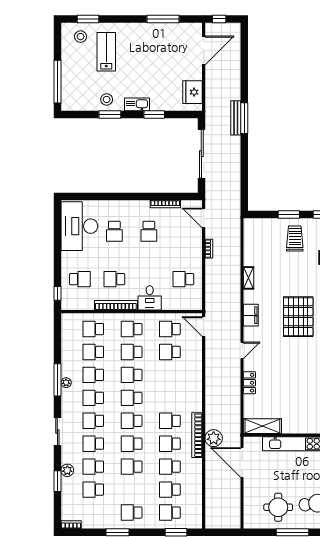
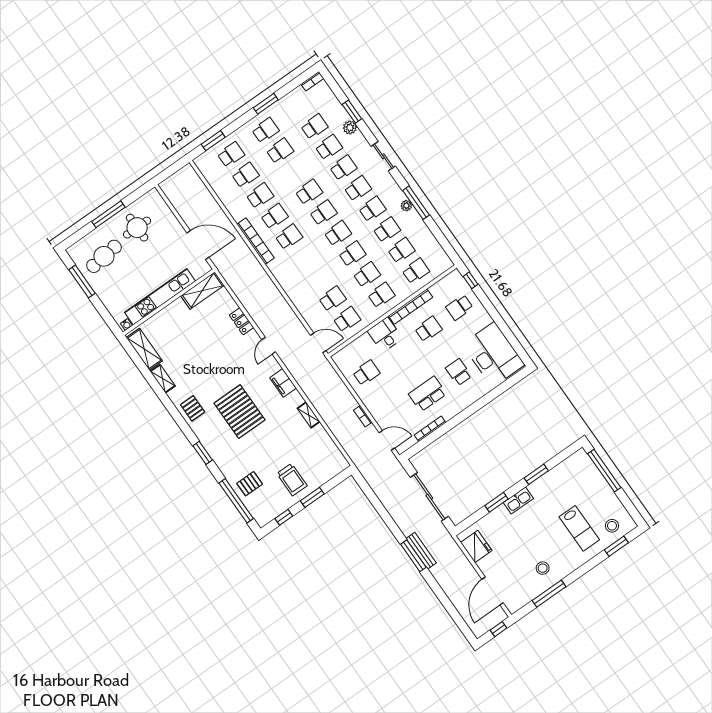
stool: (107, 99) -> (543, 568), moved
school desk: (149, 231) -> (428, 394), width x1.85
plant: (214, 438) -> (239, 249), removed
school desk: (132, 467) -> (280, 151), moved

